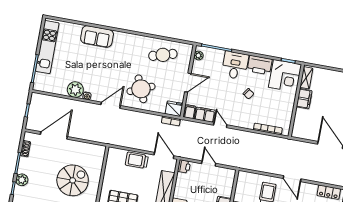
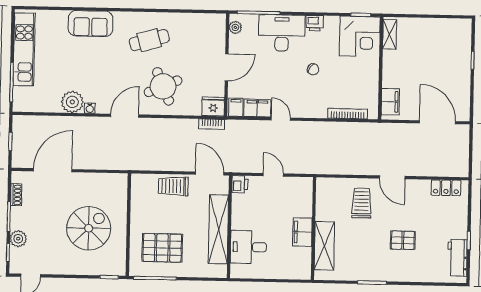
cafe table: (163, 55) -> (149, 40), moved
desk: (235, 65) -> (282, 33), width x1.37
printer: (260, 65) -> (315, 23), width x0.53, depth x0.68
filing cabinet: (304, 99) -> (390, 102), moved

